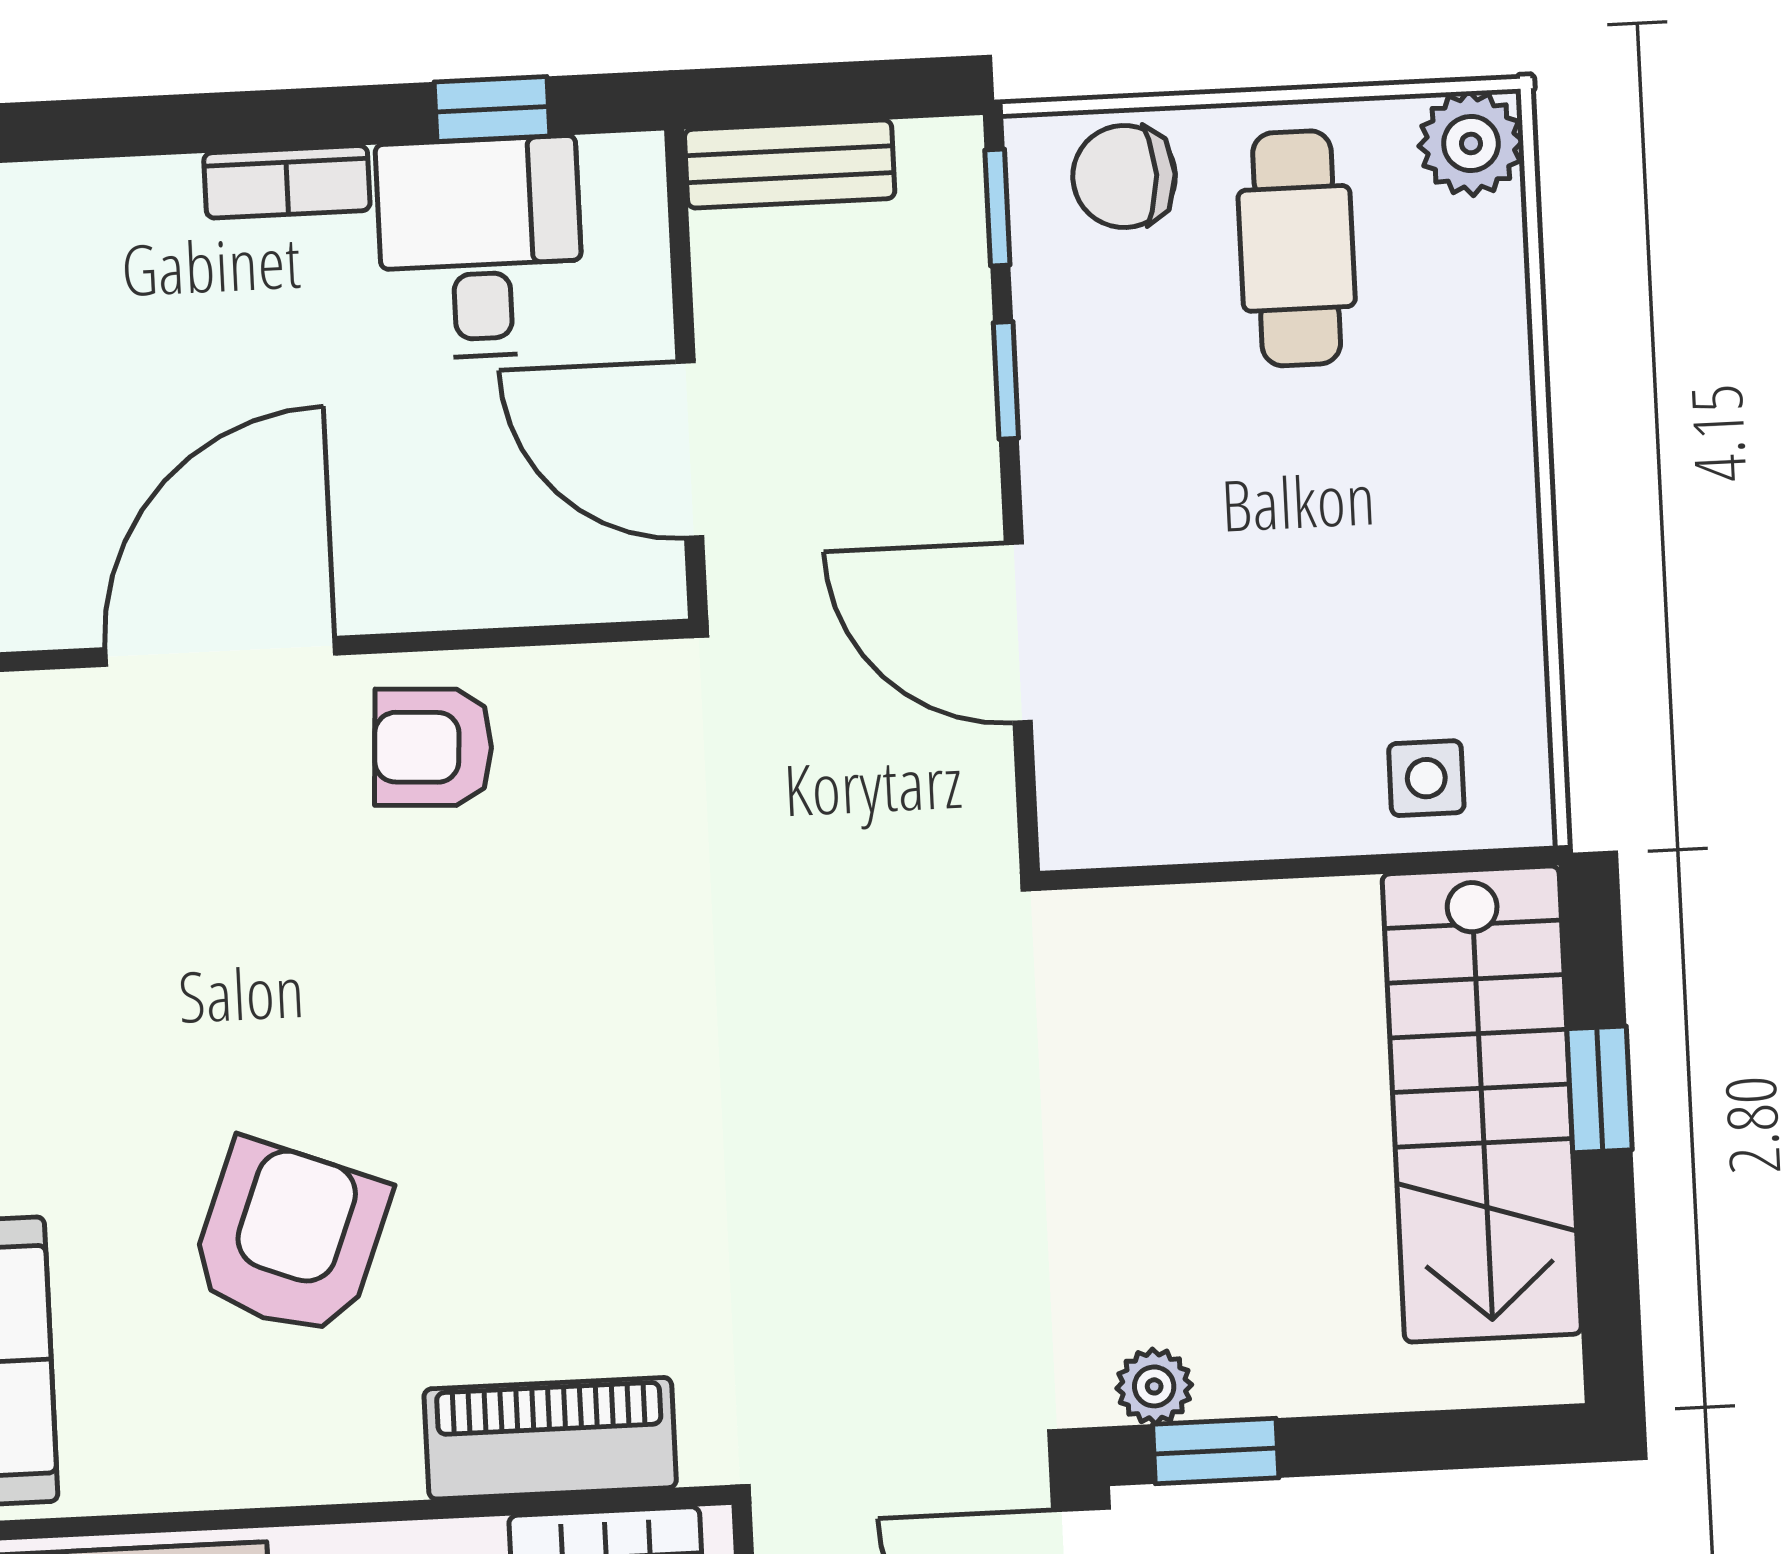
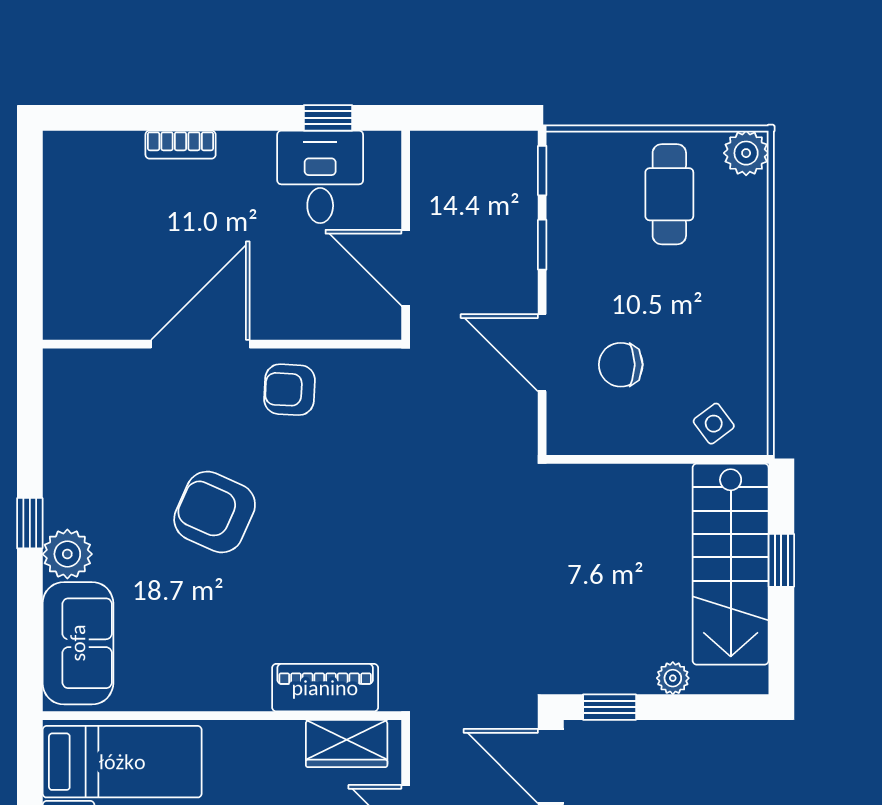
bench: (790, 164) -> (454, 148), removed
chair: (1124, 176) -> (621, 365), moved
bookcase: (287, 182) -> (181, 145), moved
side table: (1426, 778) -> (714, 424), turned -37
armchair: (289, 1238) -> (215, 512), moved, turned -87
plant: (1154, 1386) -> (673, 678), moved

